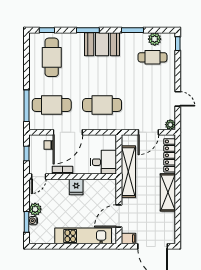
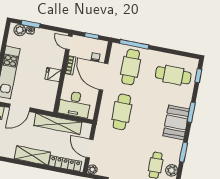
desk: (103, 162) -> (75, 104), width x1.37
plant: (35, 209) -> (20, 30), moved
door: (119, 216) -> (20, 108), swing flipped

